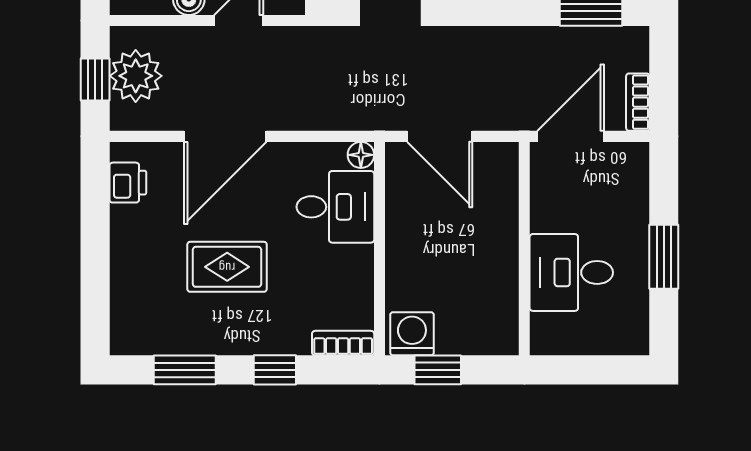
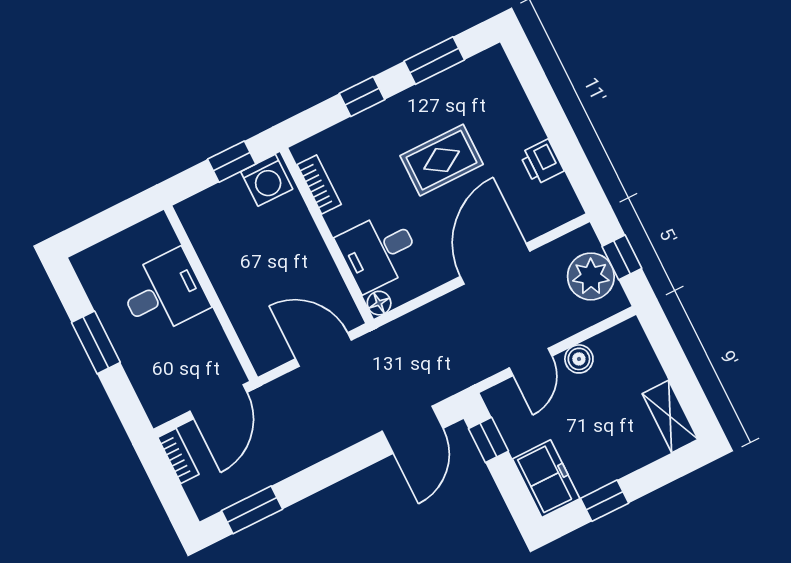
printer: (128, 183) -> (542, 162), moved
bookcase: (343, 343) -> (319, 185), moved, turned -90

